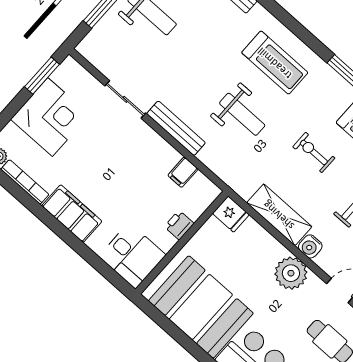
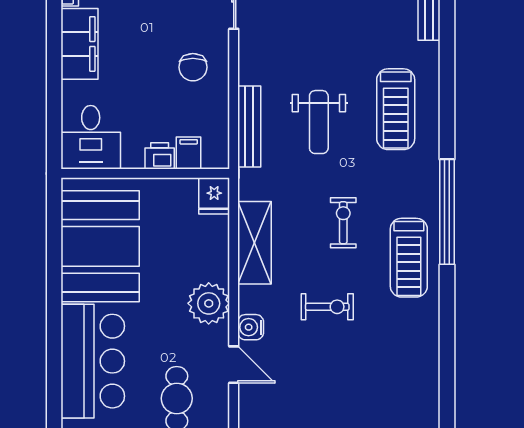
bench: (176, 128) -> (249, 126), moved
chair: (145, 159) -> (193, 67), added
filing cabinet: (183, 172) -> (189, 153), moved, turned 90
water cooler: (310, 246) -> (251, 327), moved

